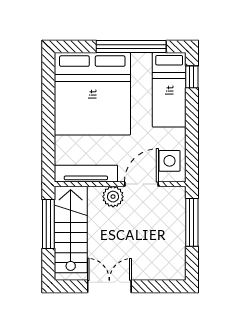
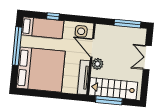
window: (192, 77) -> (53, 16), moved
window: (192, 222) -> (127, 24), moved
double door: (109, 286) -> (147, 58), moved

